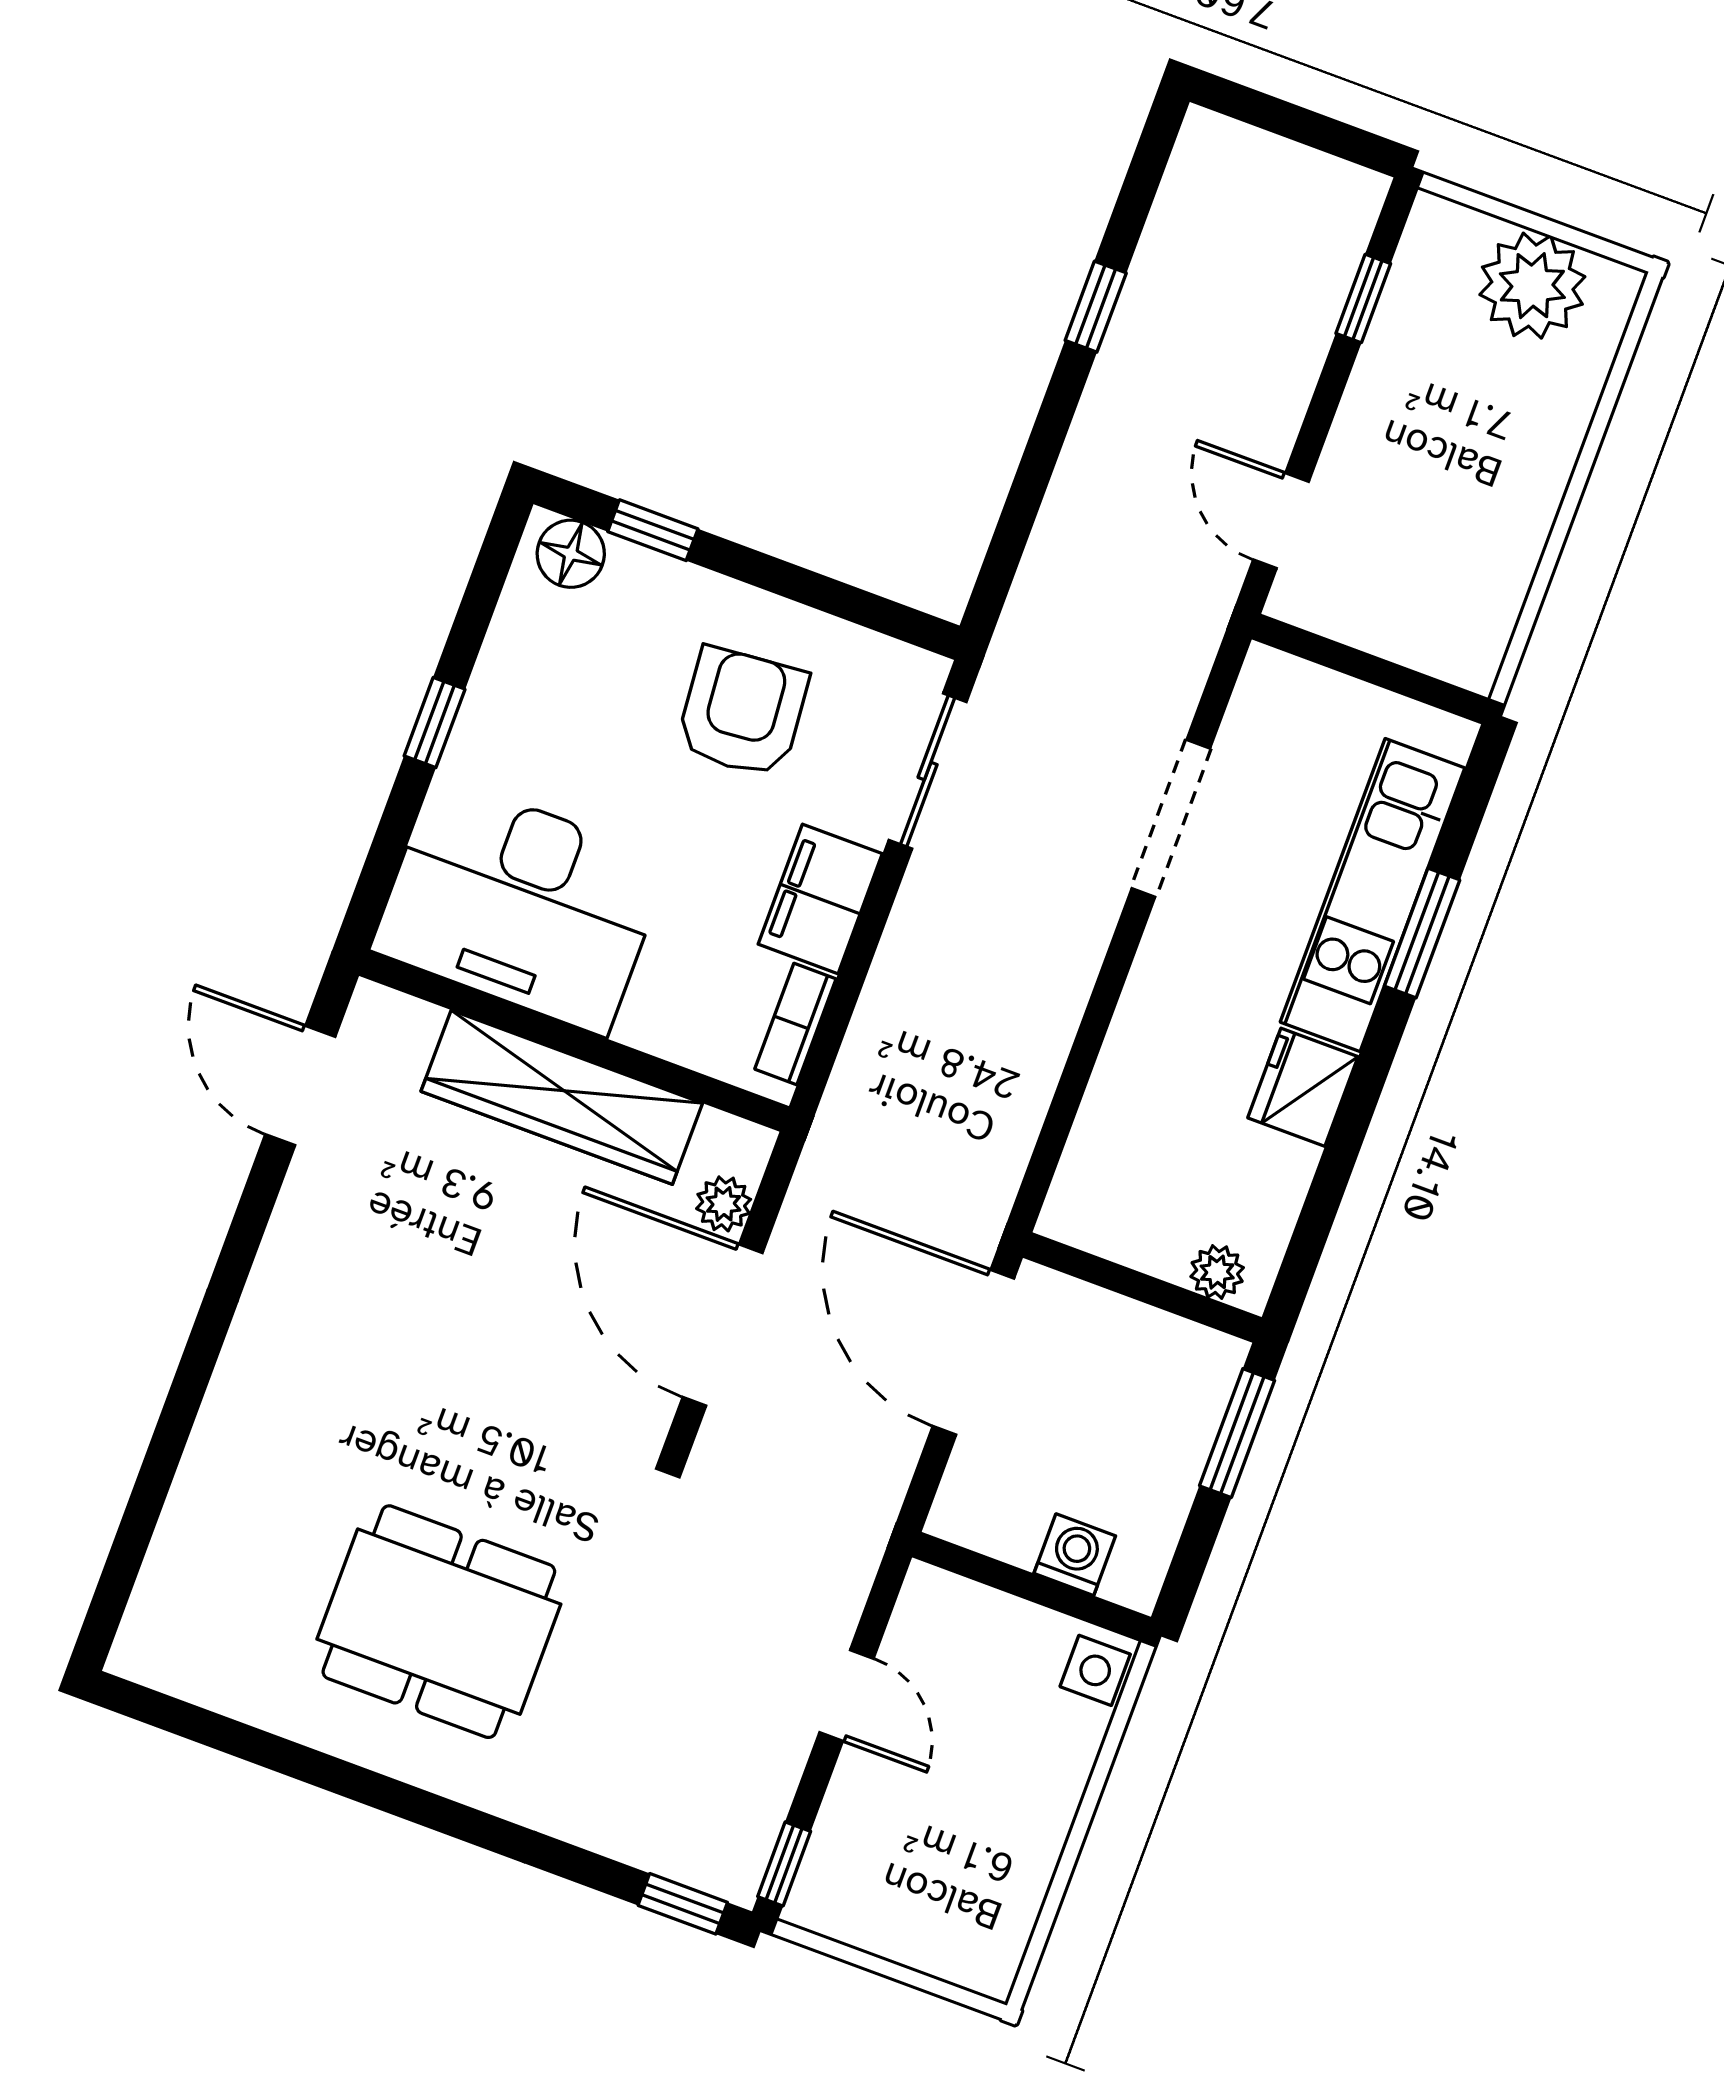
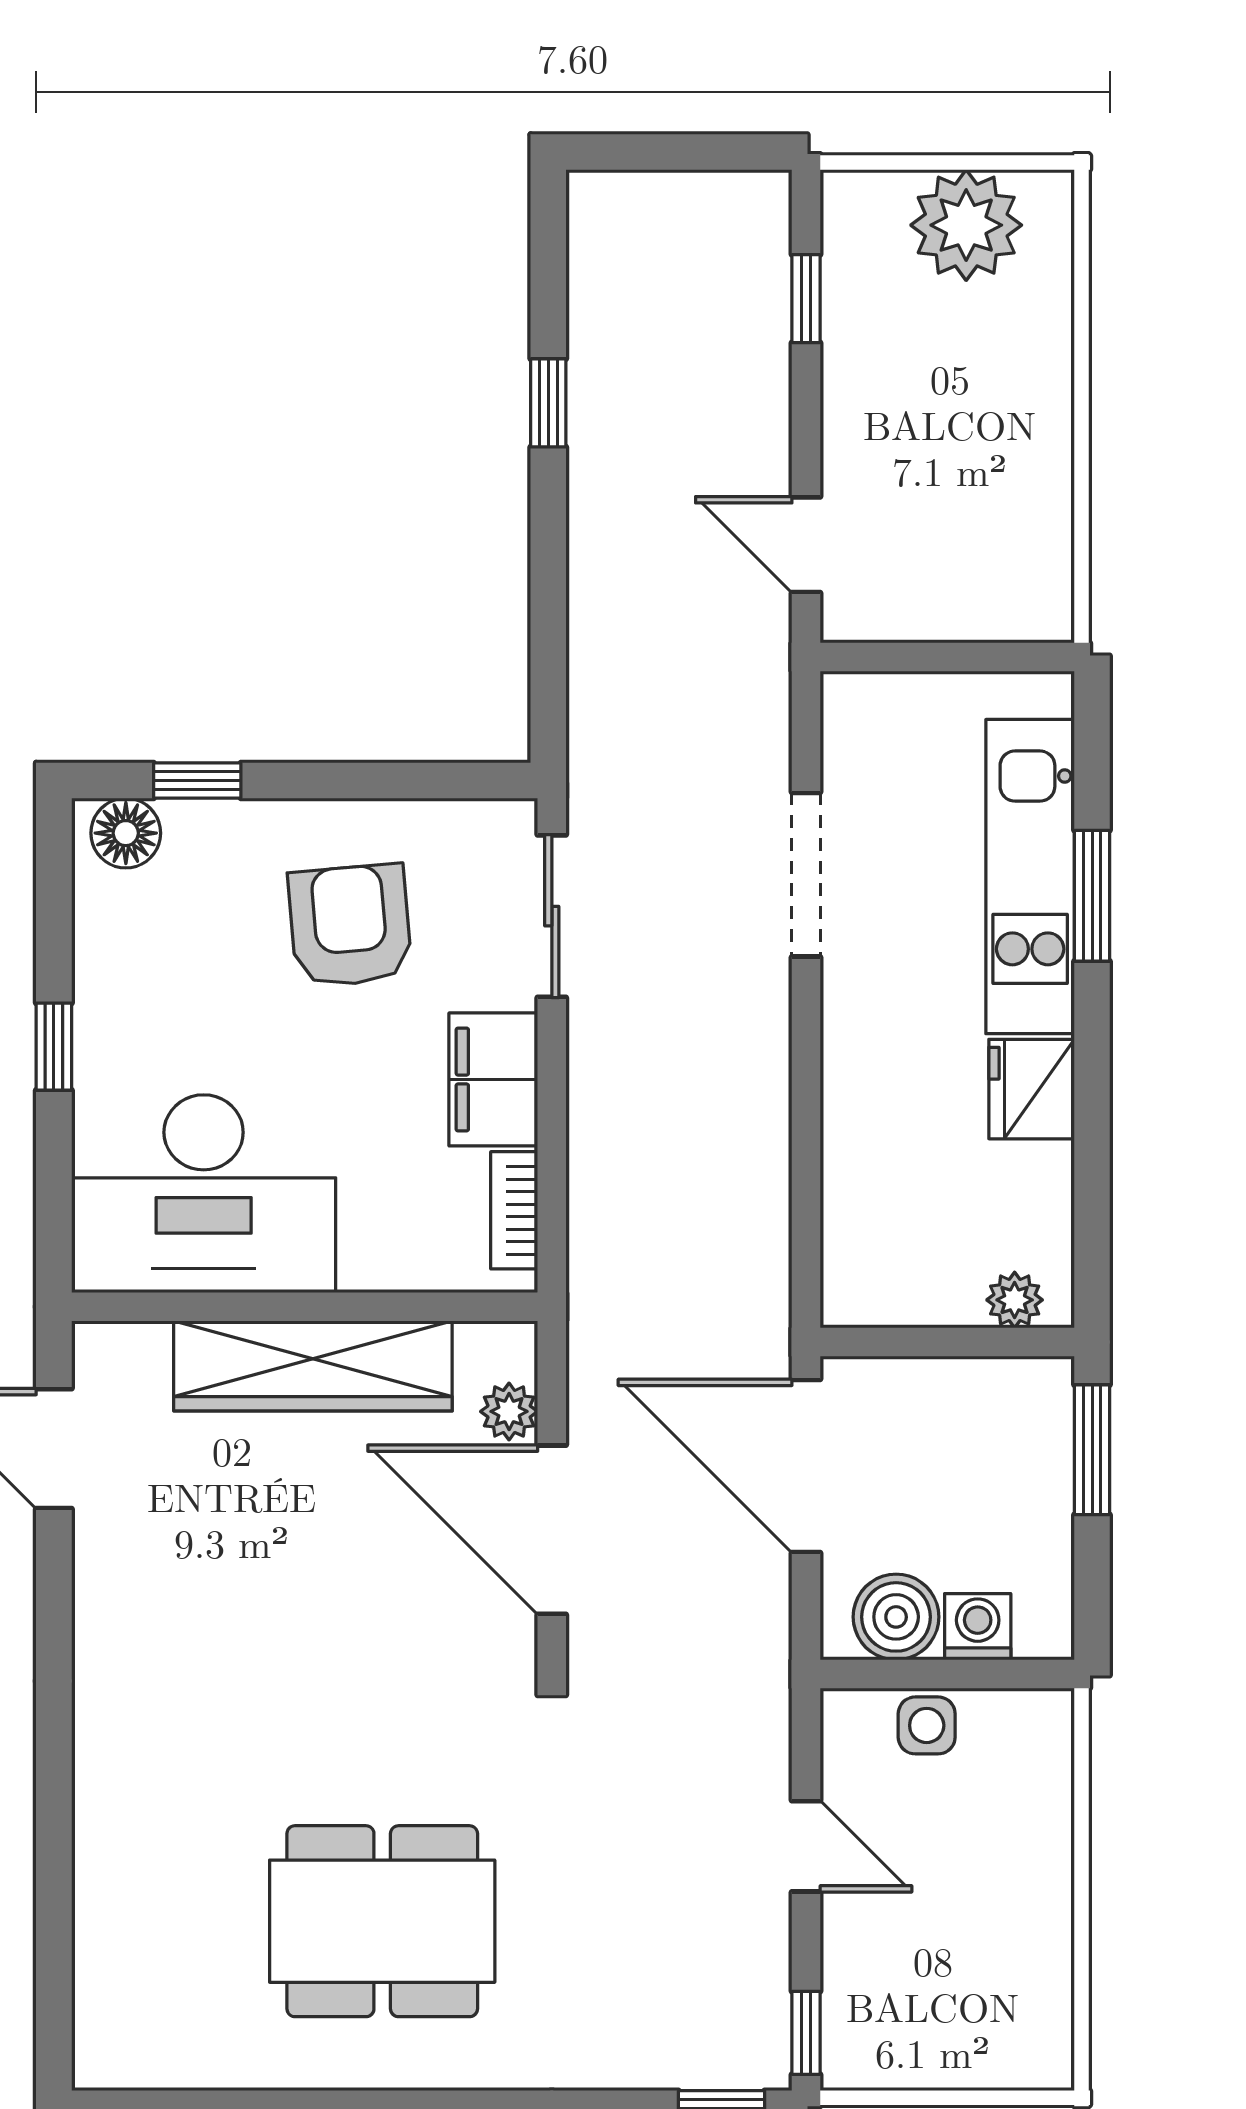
boiler: (1004, 1519) -> (896, 1617), added
side table: (1095, 1670) -> (927, 1725), moved

